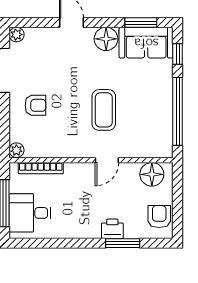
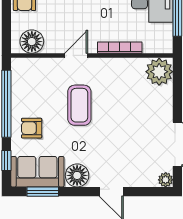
armchair: (35, 105) -> (32, 128), moved
plant: (16, 150) -> (159, 72), width x1.88, depth x1.88
bookcase: (41, 168) -> (120, 48), moved

